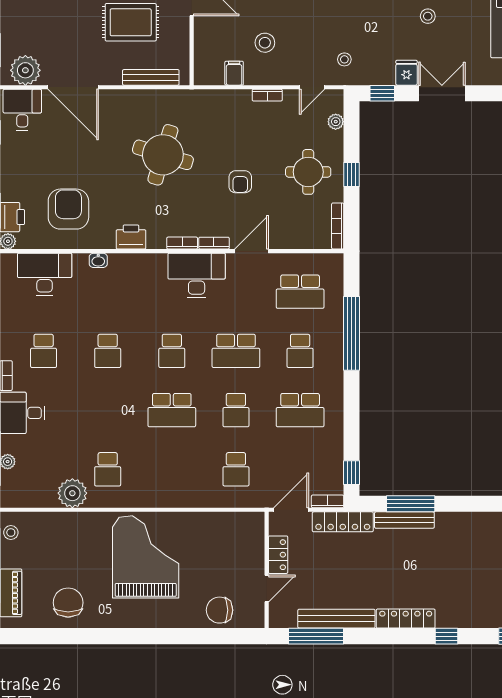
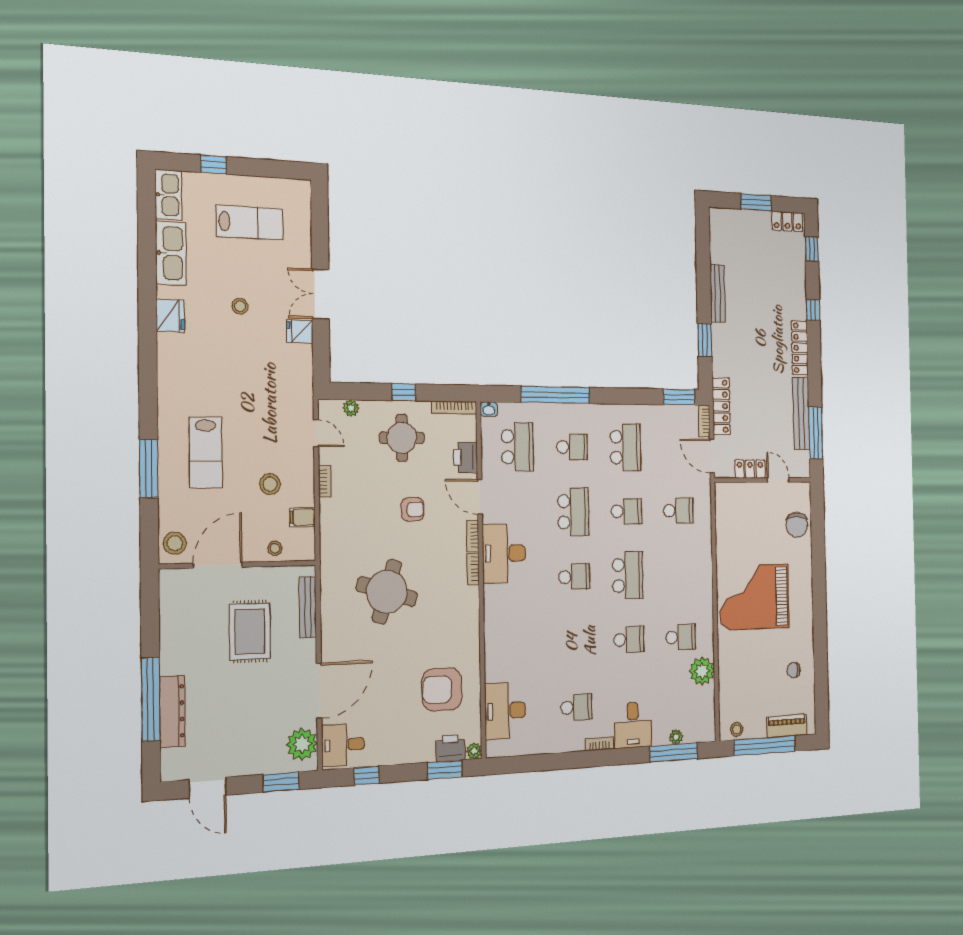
stool: (344, 59) -> (275, 548), moved
window: (382, 93) -> (321, 358), removed
printer: (131, 237) -> (466, 457), moved
washbasin: (98, 260) -> (489, 409), moved, turned 90
school desk: (108, 351) -> (629, 640), moved
window: (351, 473) -> (679, 397), width x1.50
window: (411, 504) -> (705, 340), width x0.69
bench: (404, 520) -> (717, 293), moved
chair: (68, 603) -> (794, 670), width x0.54, depth x0.54

